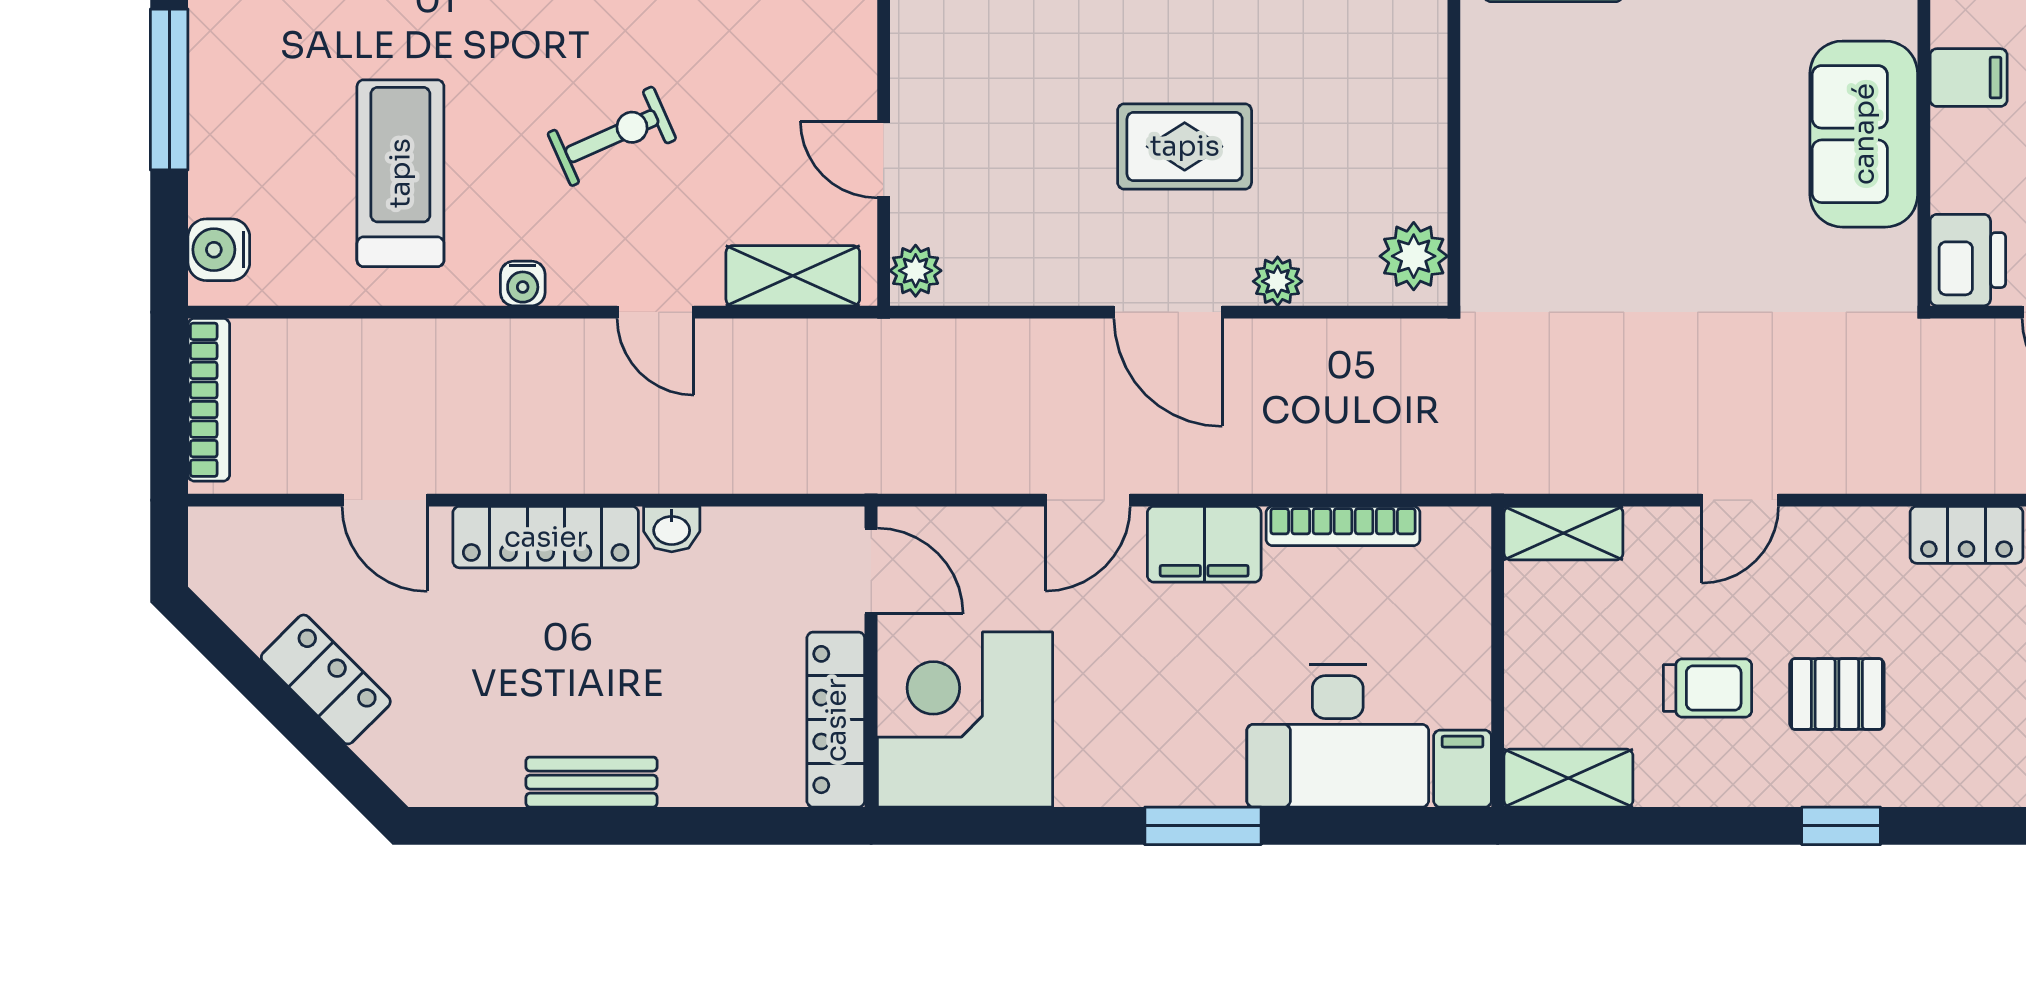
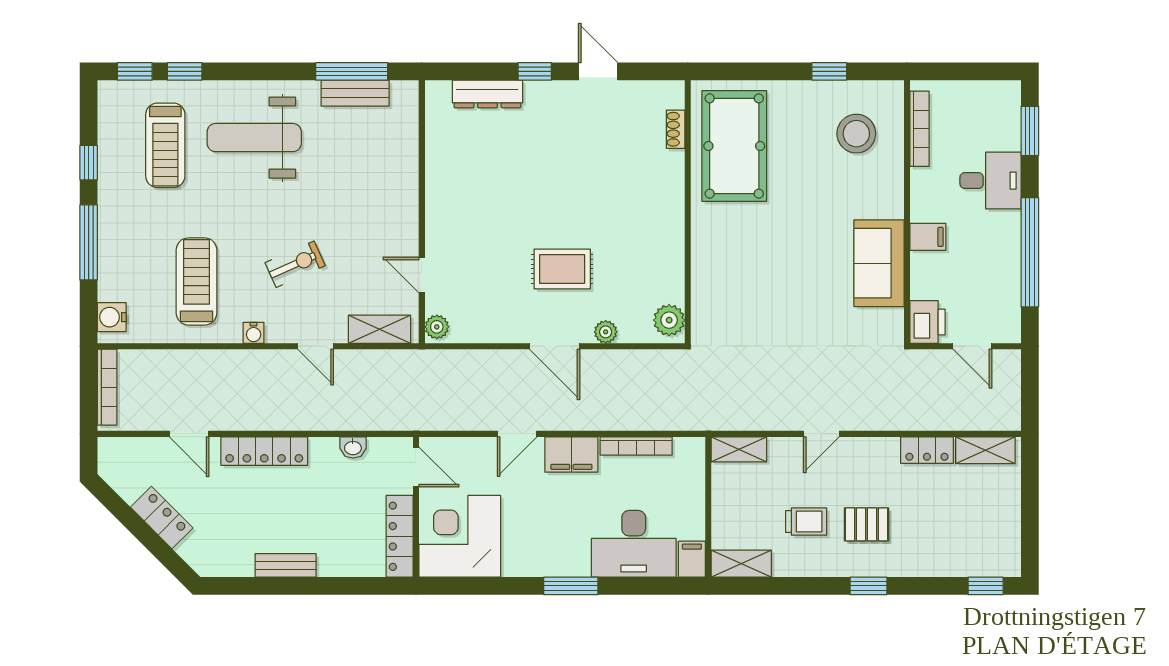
washbasin: (672, 529) -> (353, 447), moved

